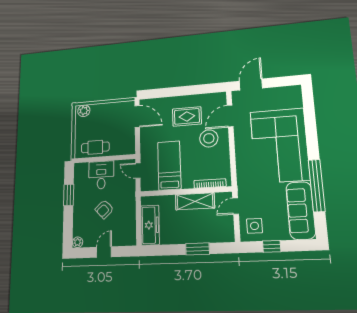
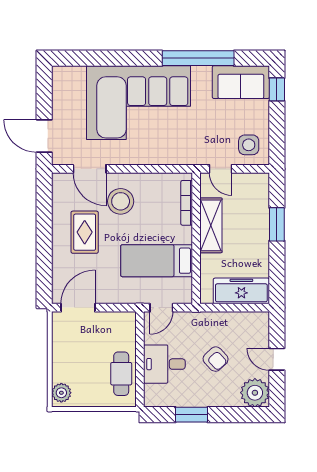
sofa: (301, 210) -> (241, 82), width x0.73
plant: (78, 242) -> (255, 393), width x1.88, depth x1.88
window: (272, 246) -> (277, 89), moved

